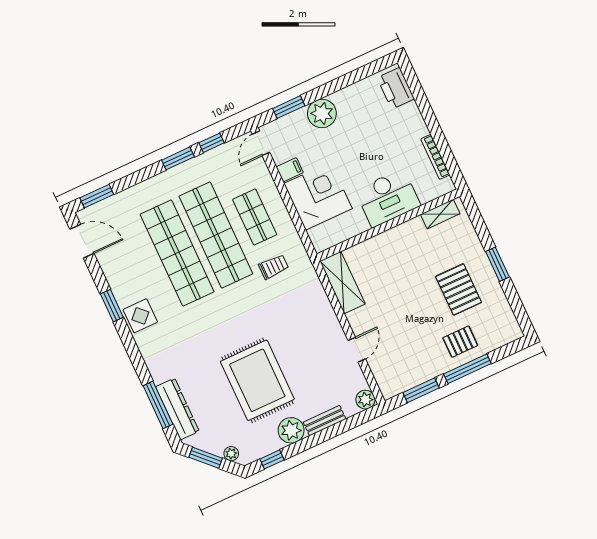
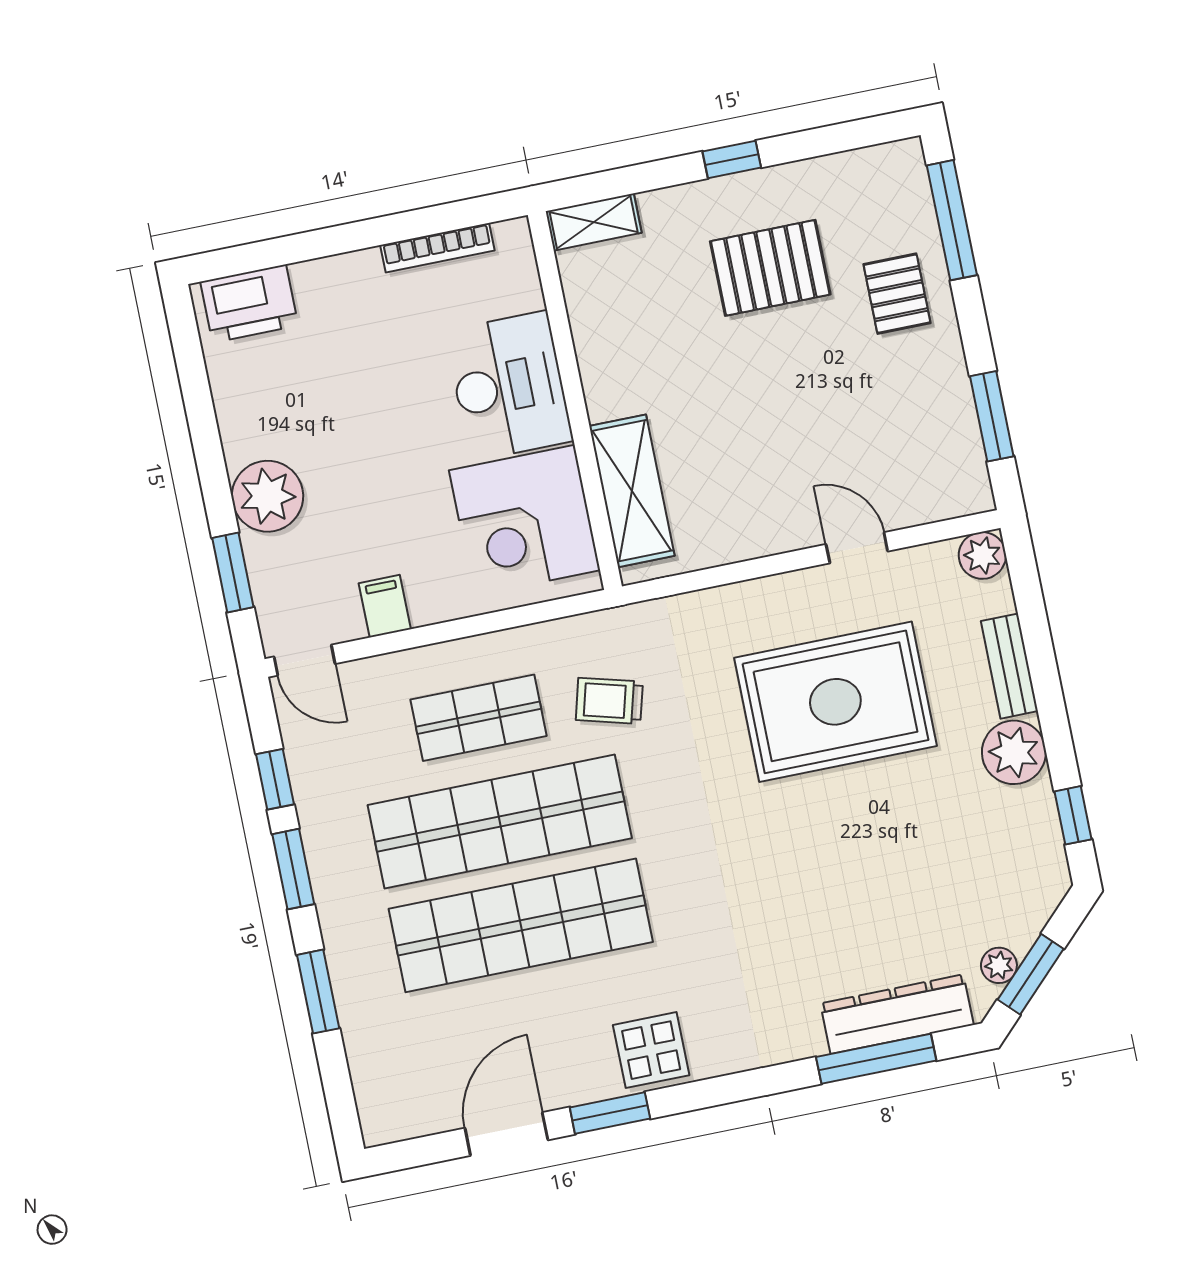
window: (97, 196) -> (318, 992), moved
corner desk: (318, 196) -> (525, 520), moved, turned -90
shelving: (440, 214) -> (594, 222), moved, turned 90
door: (82, 241) -> (506, 1134), moved
window: (497, 264) -> (732, 160), width x0.67
trolley: (273, 267) -> (609, 701), turned -75
shelving: (342, 283) -> (632, 491), moved, turned 90
window: (467, 369) -> (952, 220), moved
rug: (257, 380) -> (835, 702), moved
plant: (231, 454) -> (999, 965), moved

